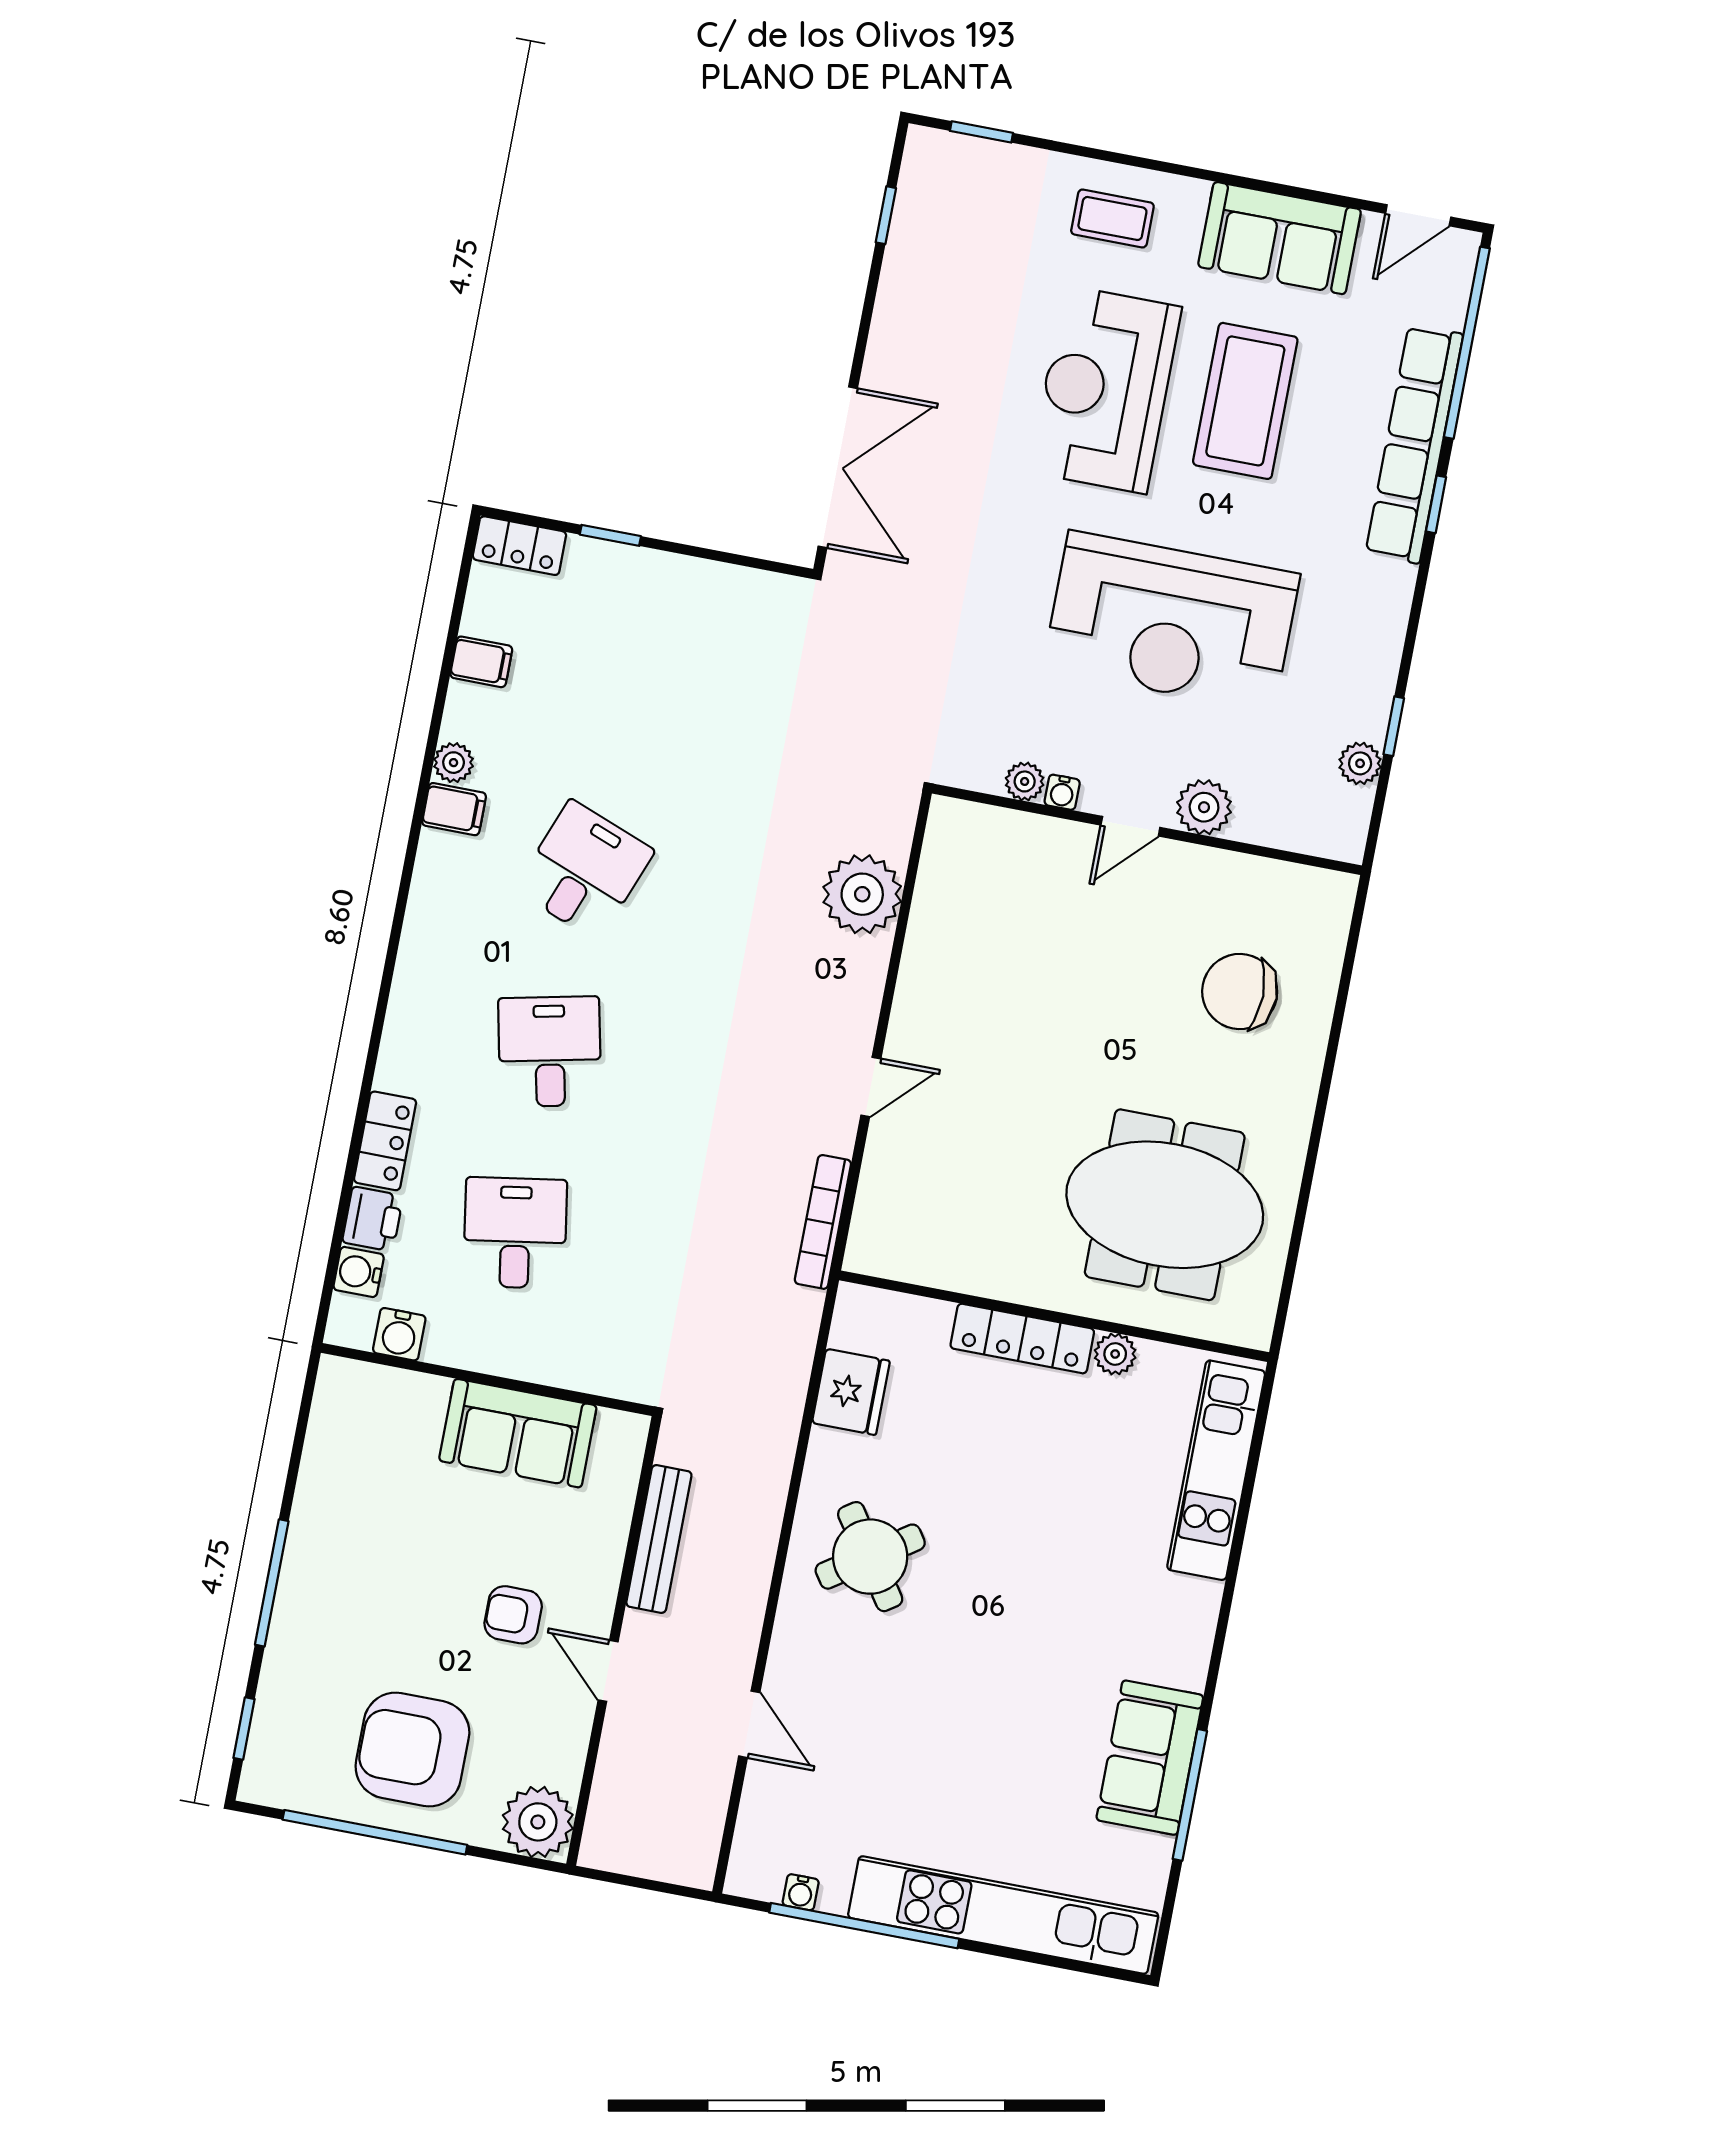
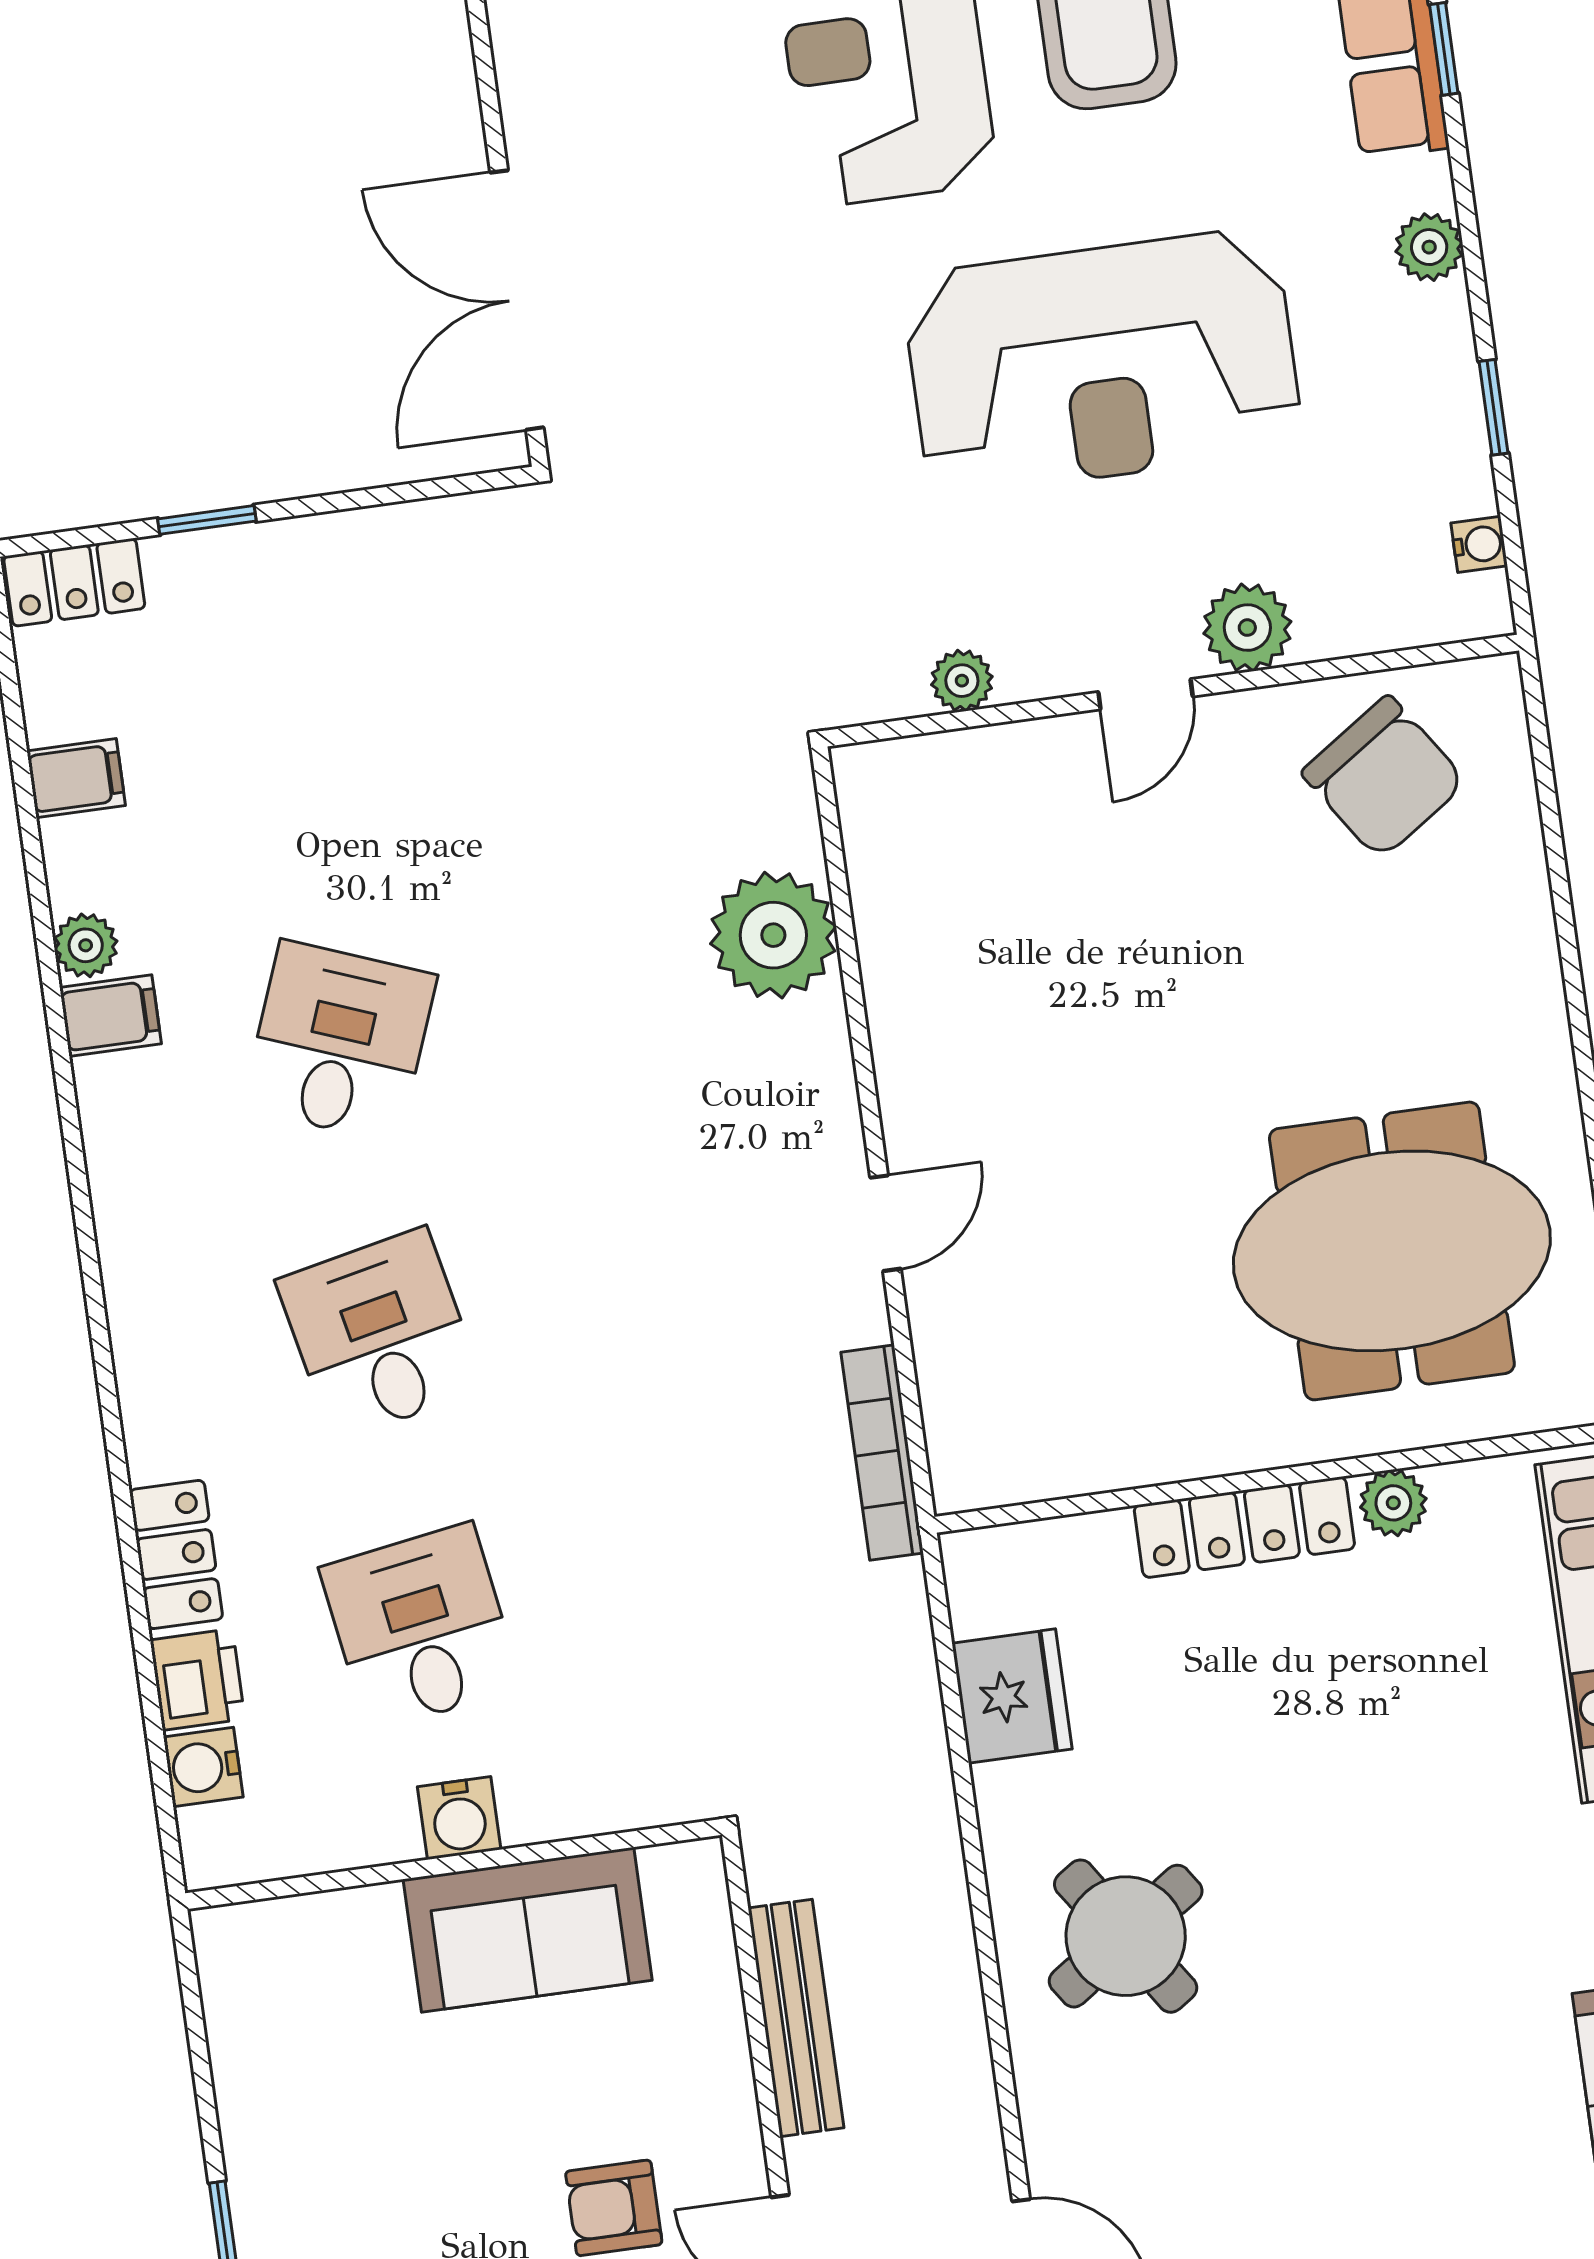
double door: (838, 467) -> (517, 300), swing flipped
plant: (1360, 763) -> (1429, 247), moved
water cooler: (1062, 792) -> (1479, 544), moved, turned -90
chair: (1240, 992) -> (1384, 777), moved, turned -124
water cooler: (399, 1334) -> (459, 1818), moved

